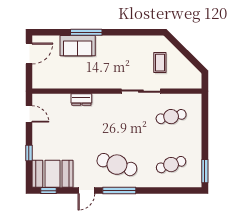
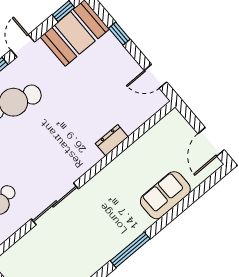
window: (86, 32) -> (130, 250), moved
coffee table: (160, 63) -> (60, 252), removed

